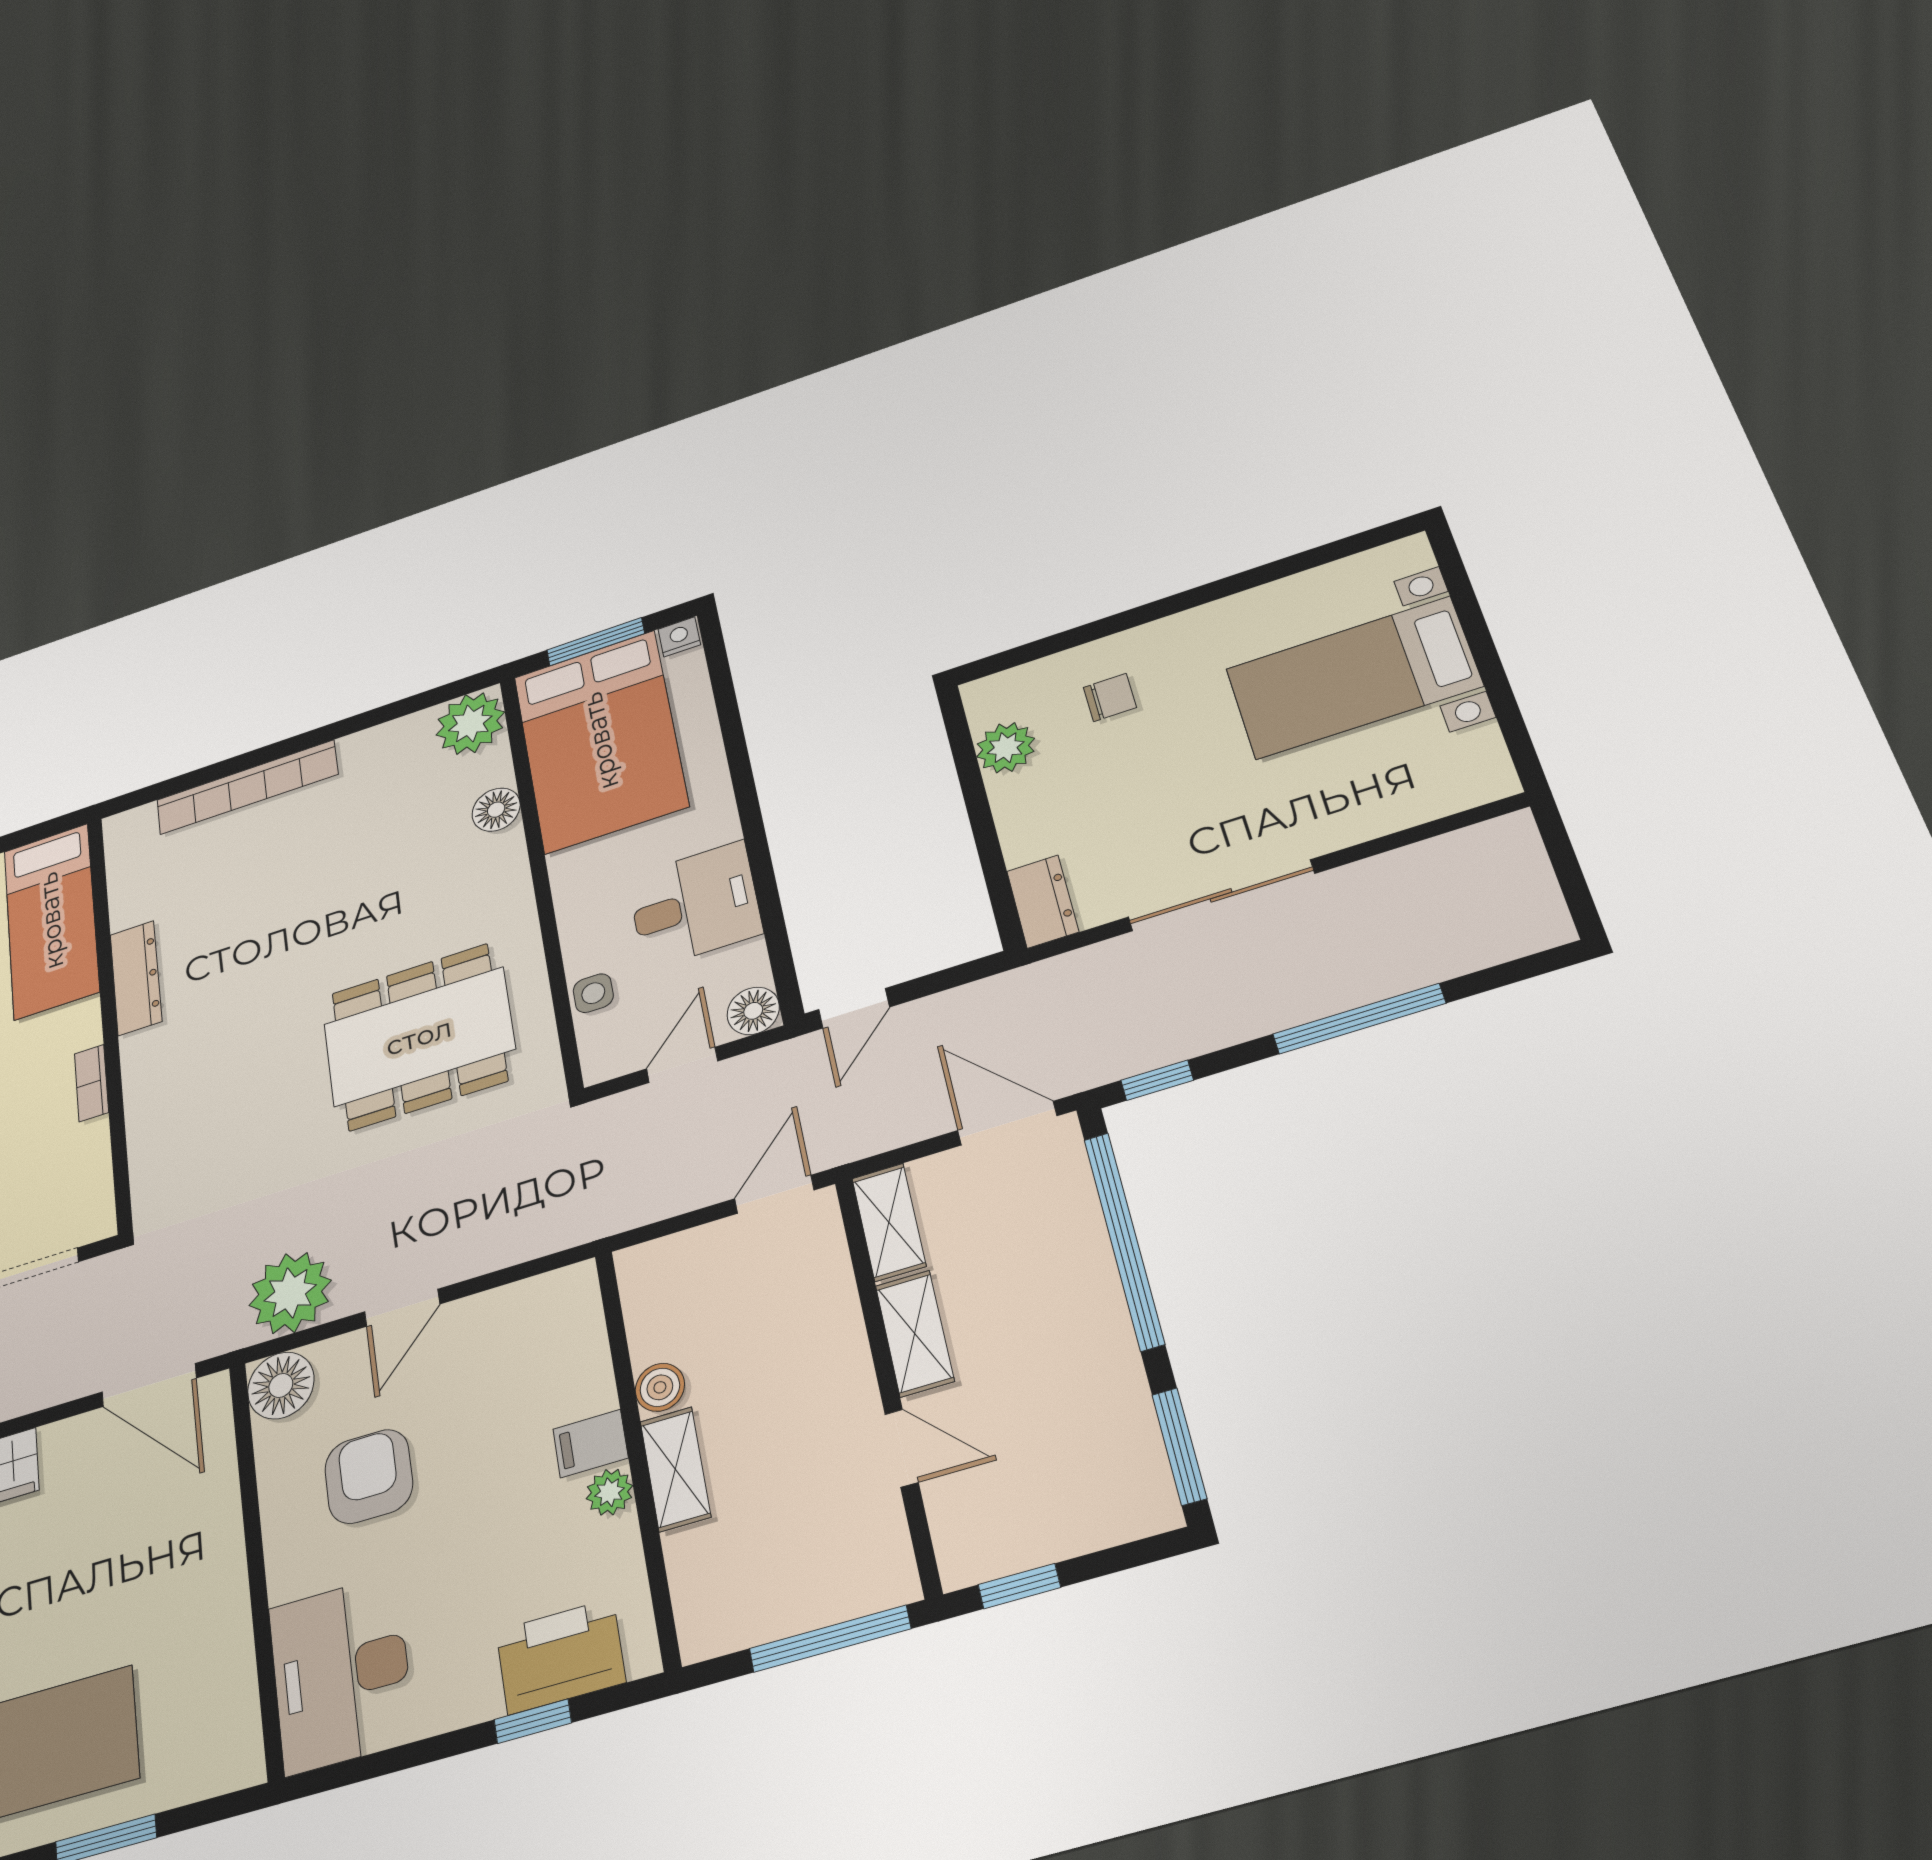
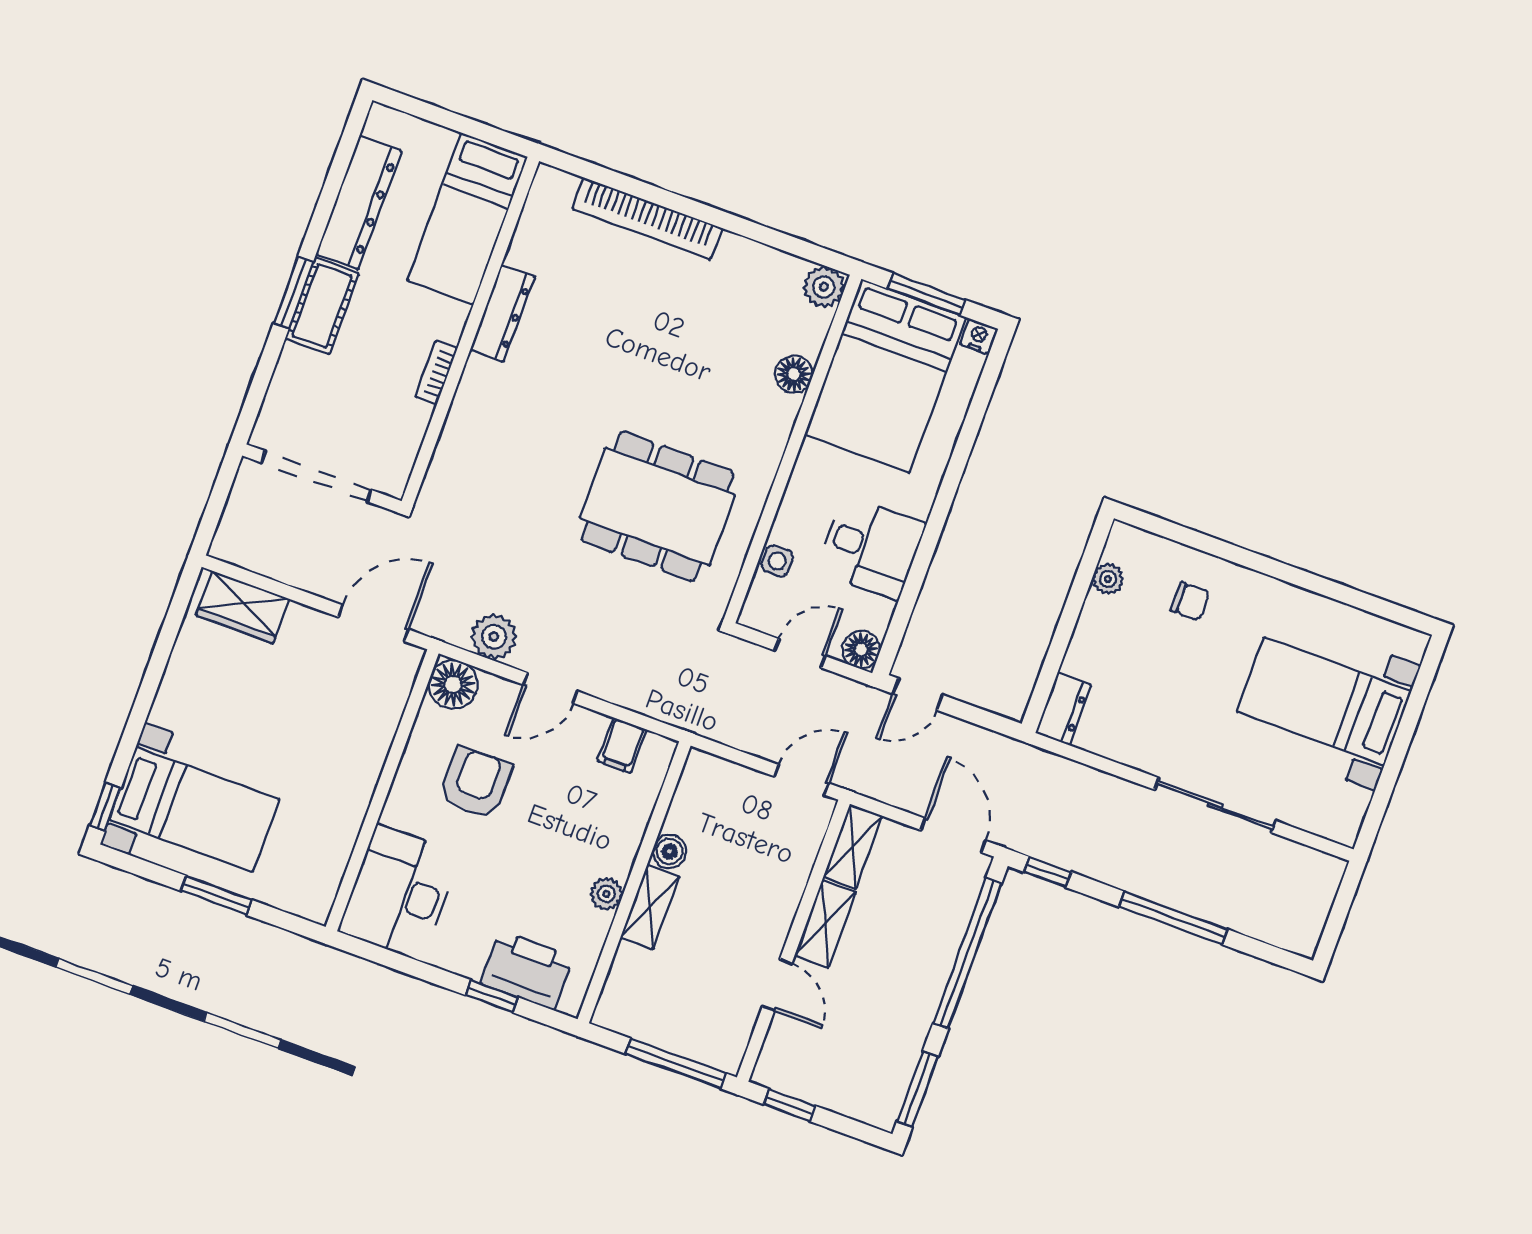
plant: (470, 724) -> (824, 287), width x0.73, depth x0.73
plant: (1006, 748) -> (1108, 579), width x0.73, depth x0.73
sliding door: (1221, 895) -> (1215, 805), moved
plant: (290, 1293) -> (494, 637), width x0.73, depth x0.73
door: (149, 1385) -> (373, 623), swing flipped
filing cabinet: (591, 1443) -> (622, 745), moved, turned -90

